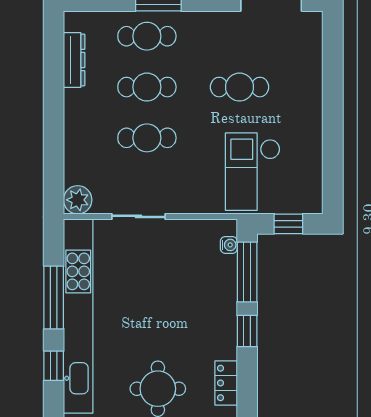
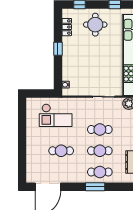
checkout: (253, 172) -> (56, 115), turned 90
window: (288, 224) -> (41, 94), removed
window: (247, 272) -> (58, 73), removed

